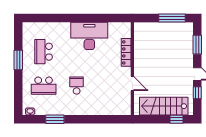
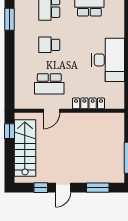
school desk: (77, 86) -> (49, 45), turned 180
school desk: (110, 86) -> (49, 84), added
window: (176, 119) -> (9, 131), moved

